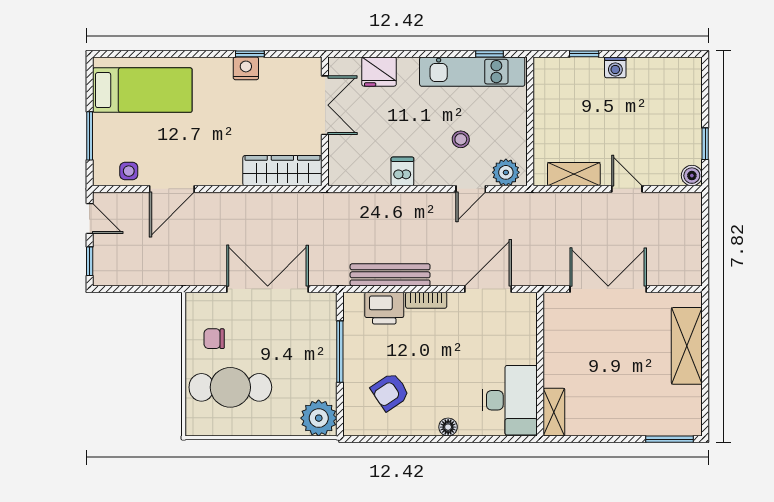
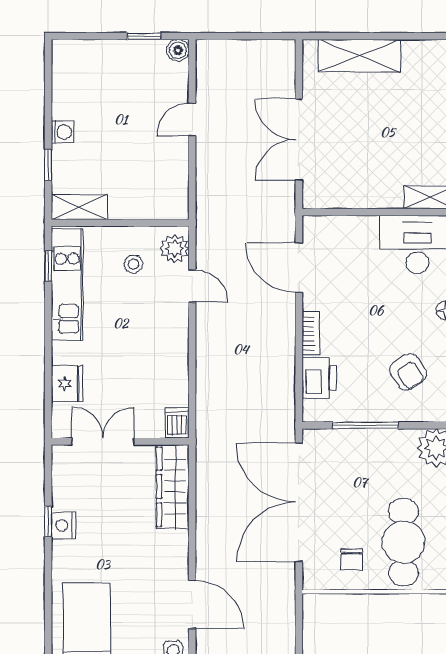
stool: (461, 139) -> (133, 264), moved
dishwasher: (402, 171) -> (177, 423), moved, turned 90
shelving: (574, 174) -> (79, 207), moved, turned 90
bench: (390, 275) -> (284, 372), removed
double door: (268, 289) -> (299, 502), width x1.36

